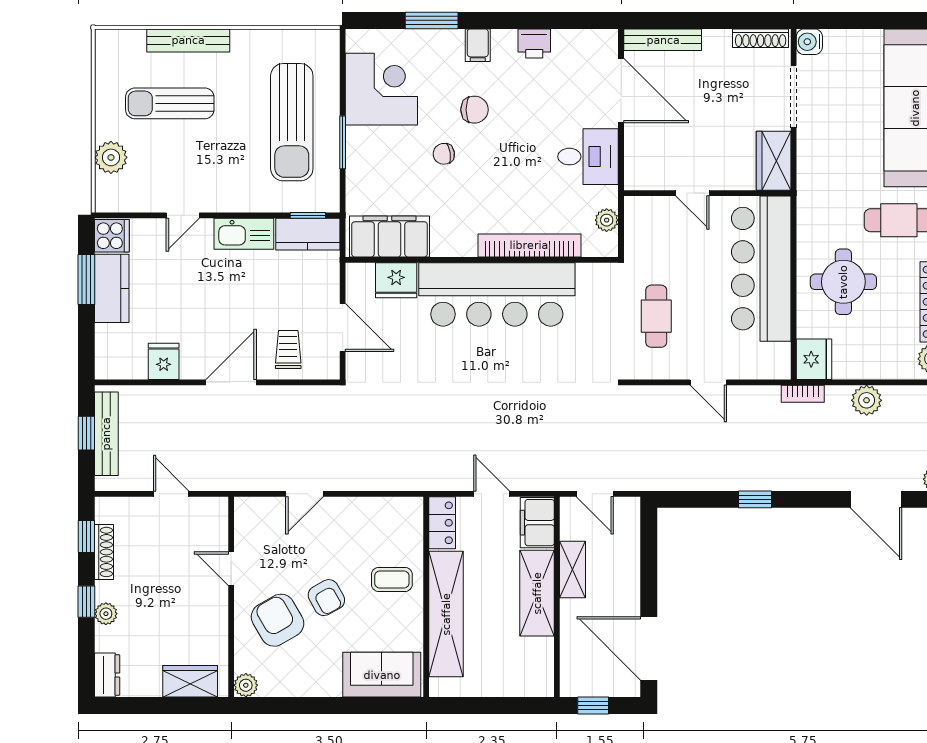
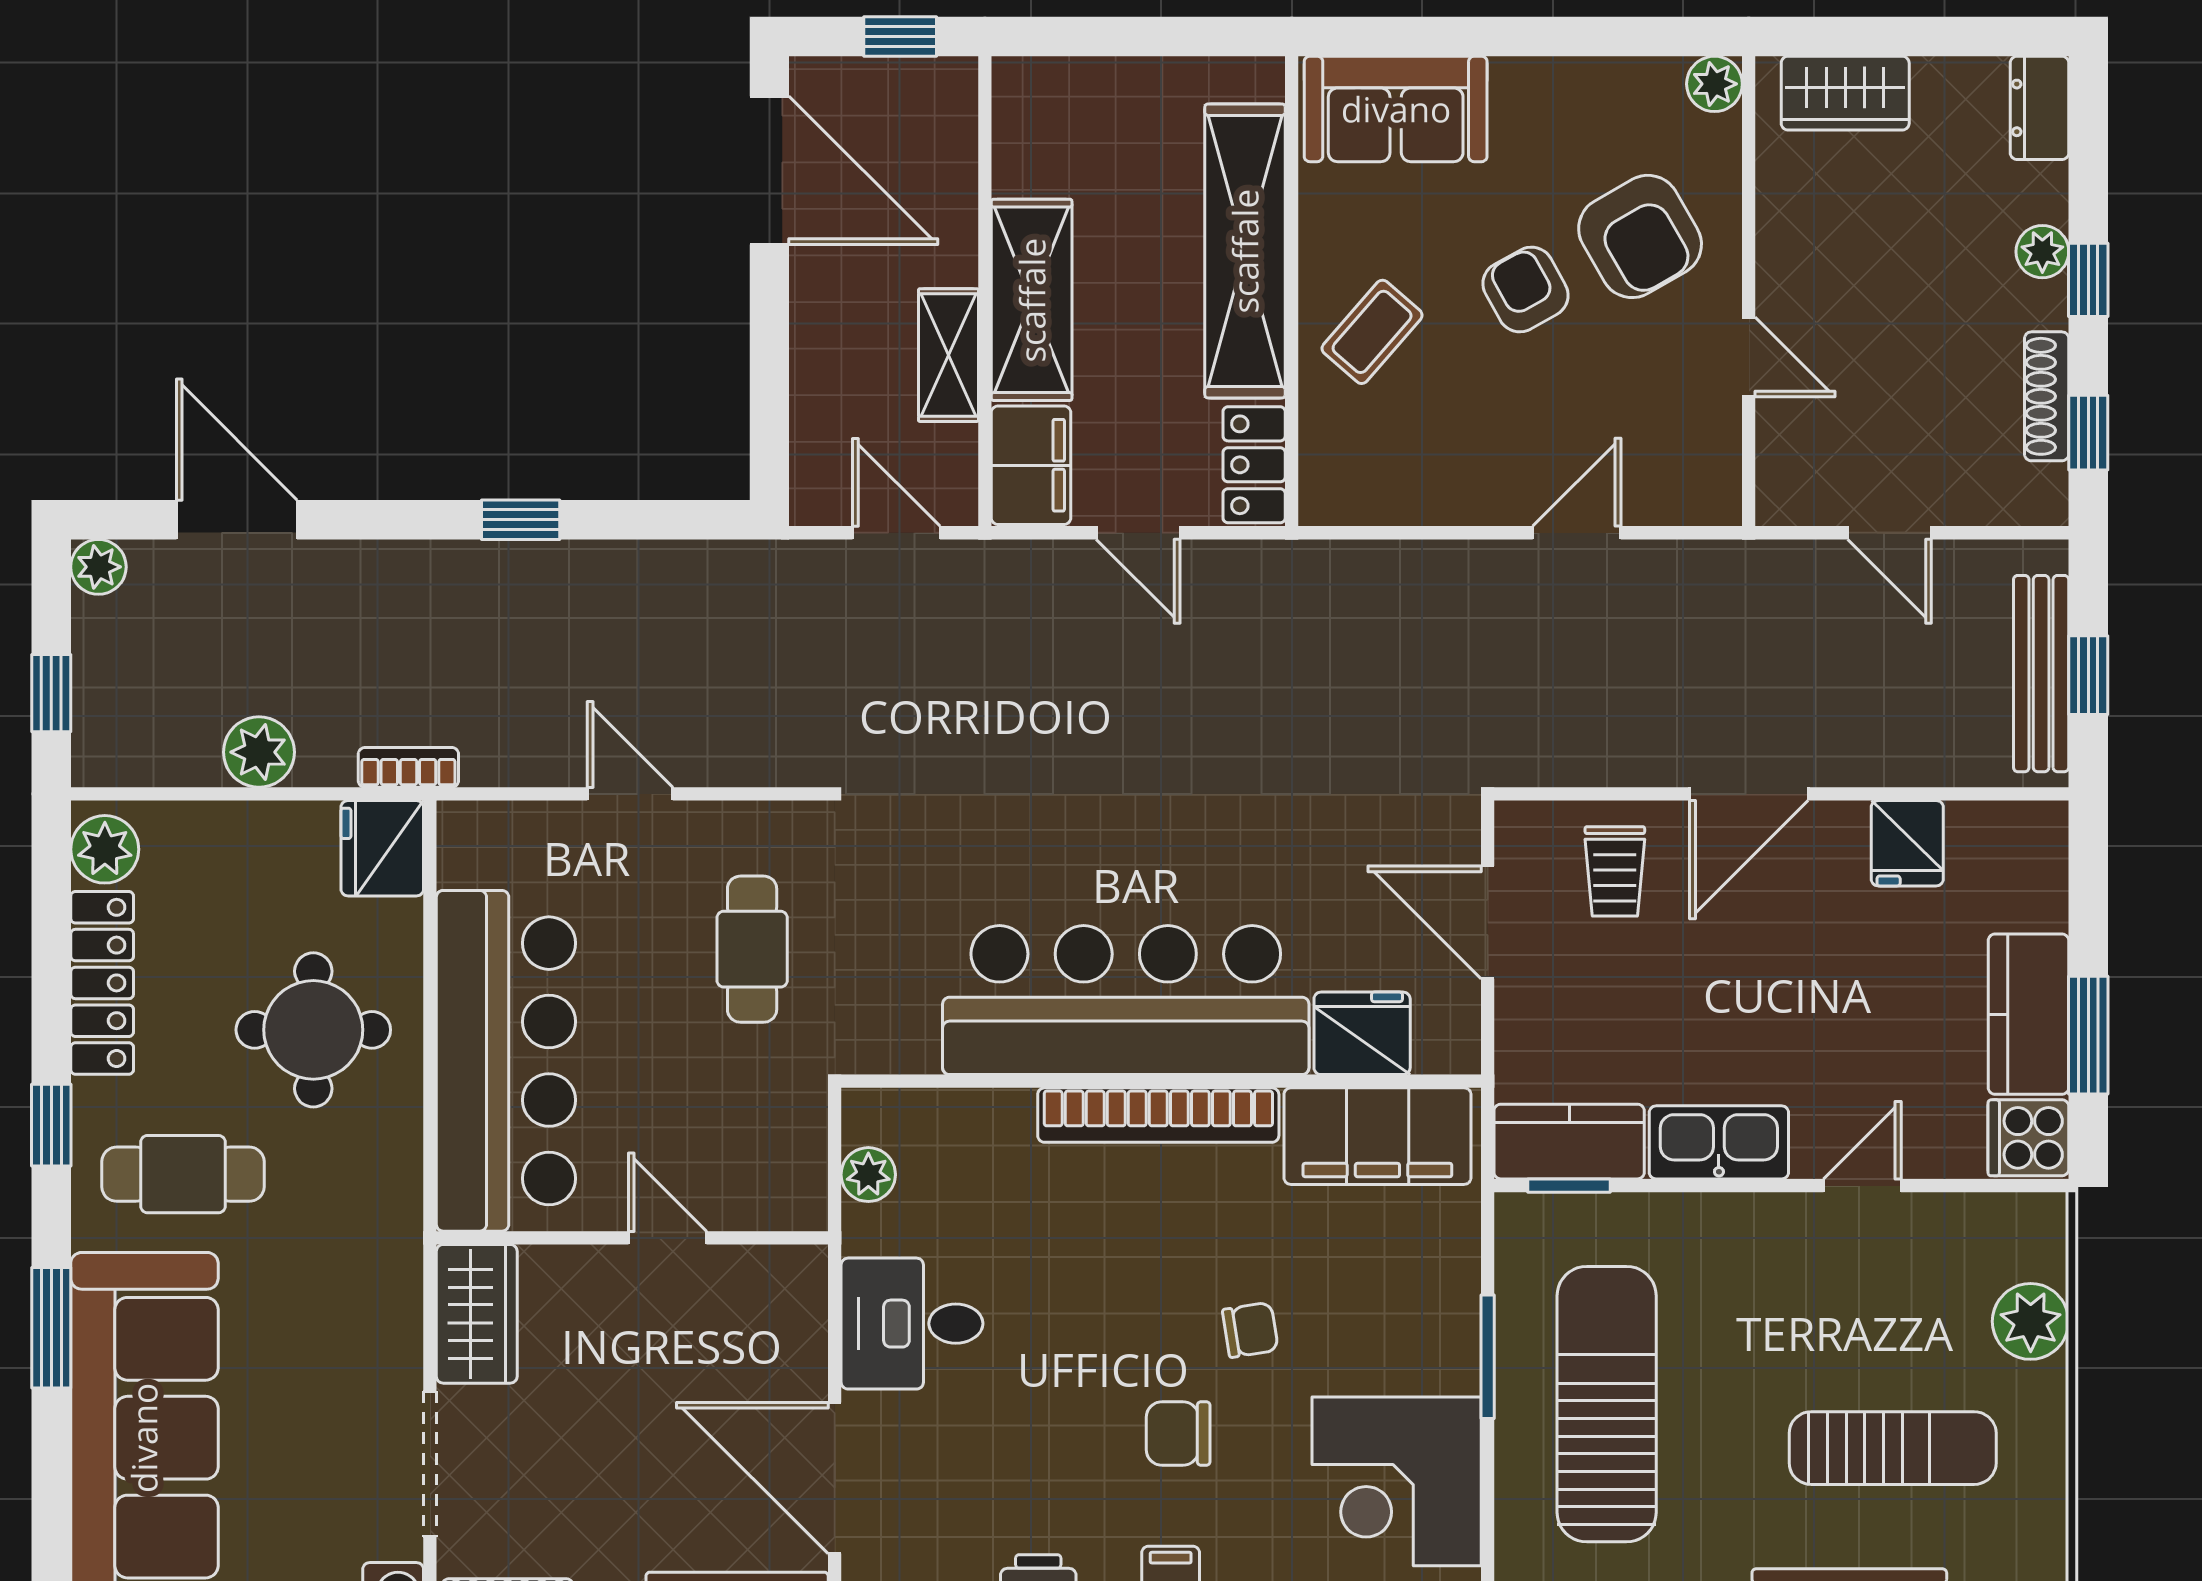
bookcase: (529, 245) -> (1158, 1115), moved
coffee table: (392, 579) -> (1372, 332), turned -49

